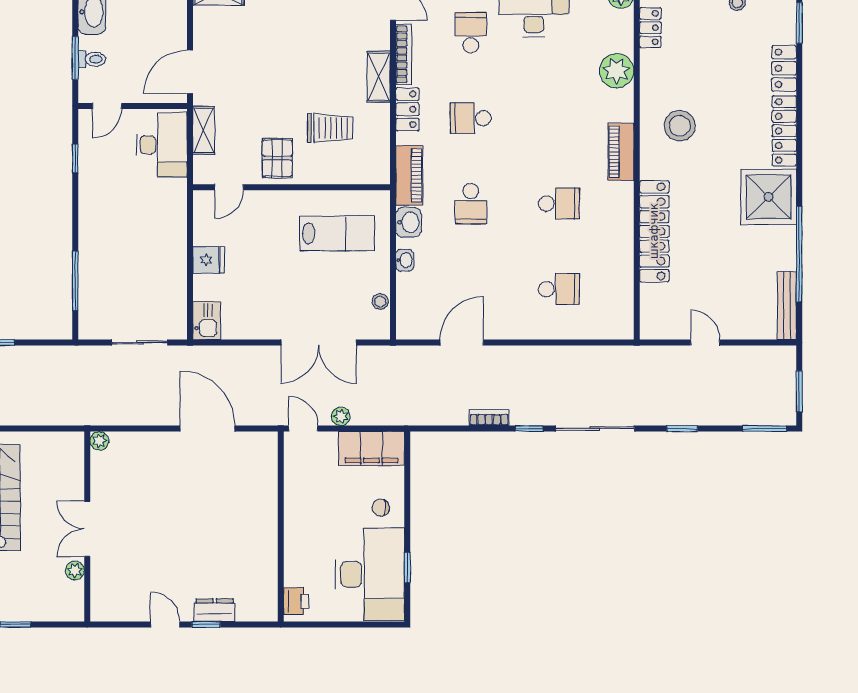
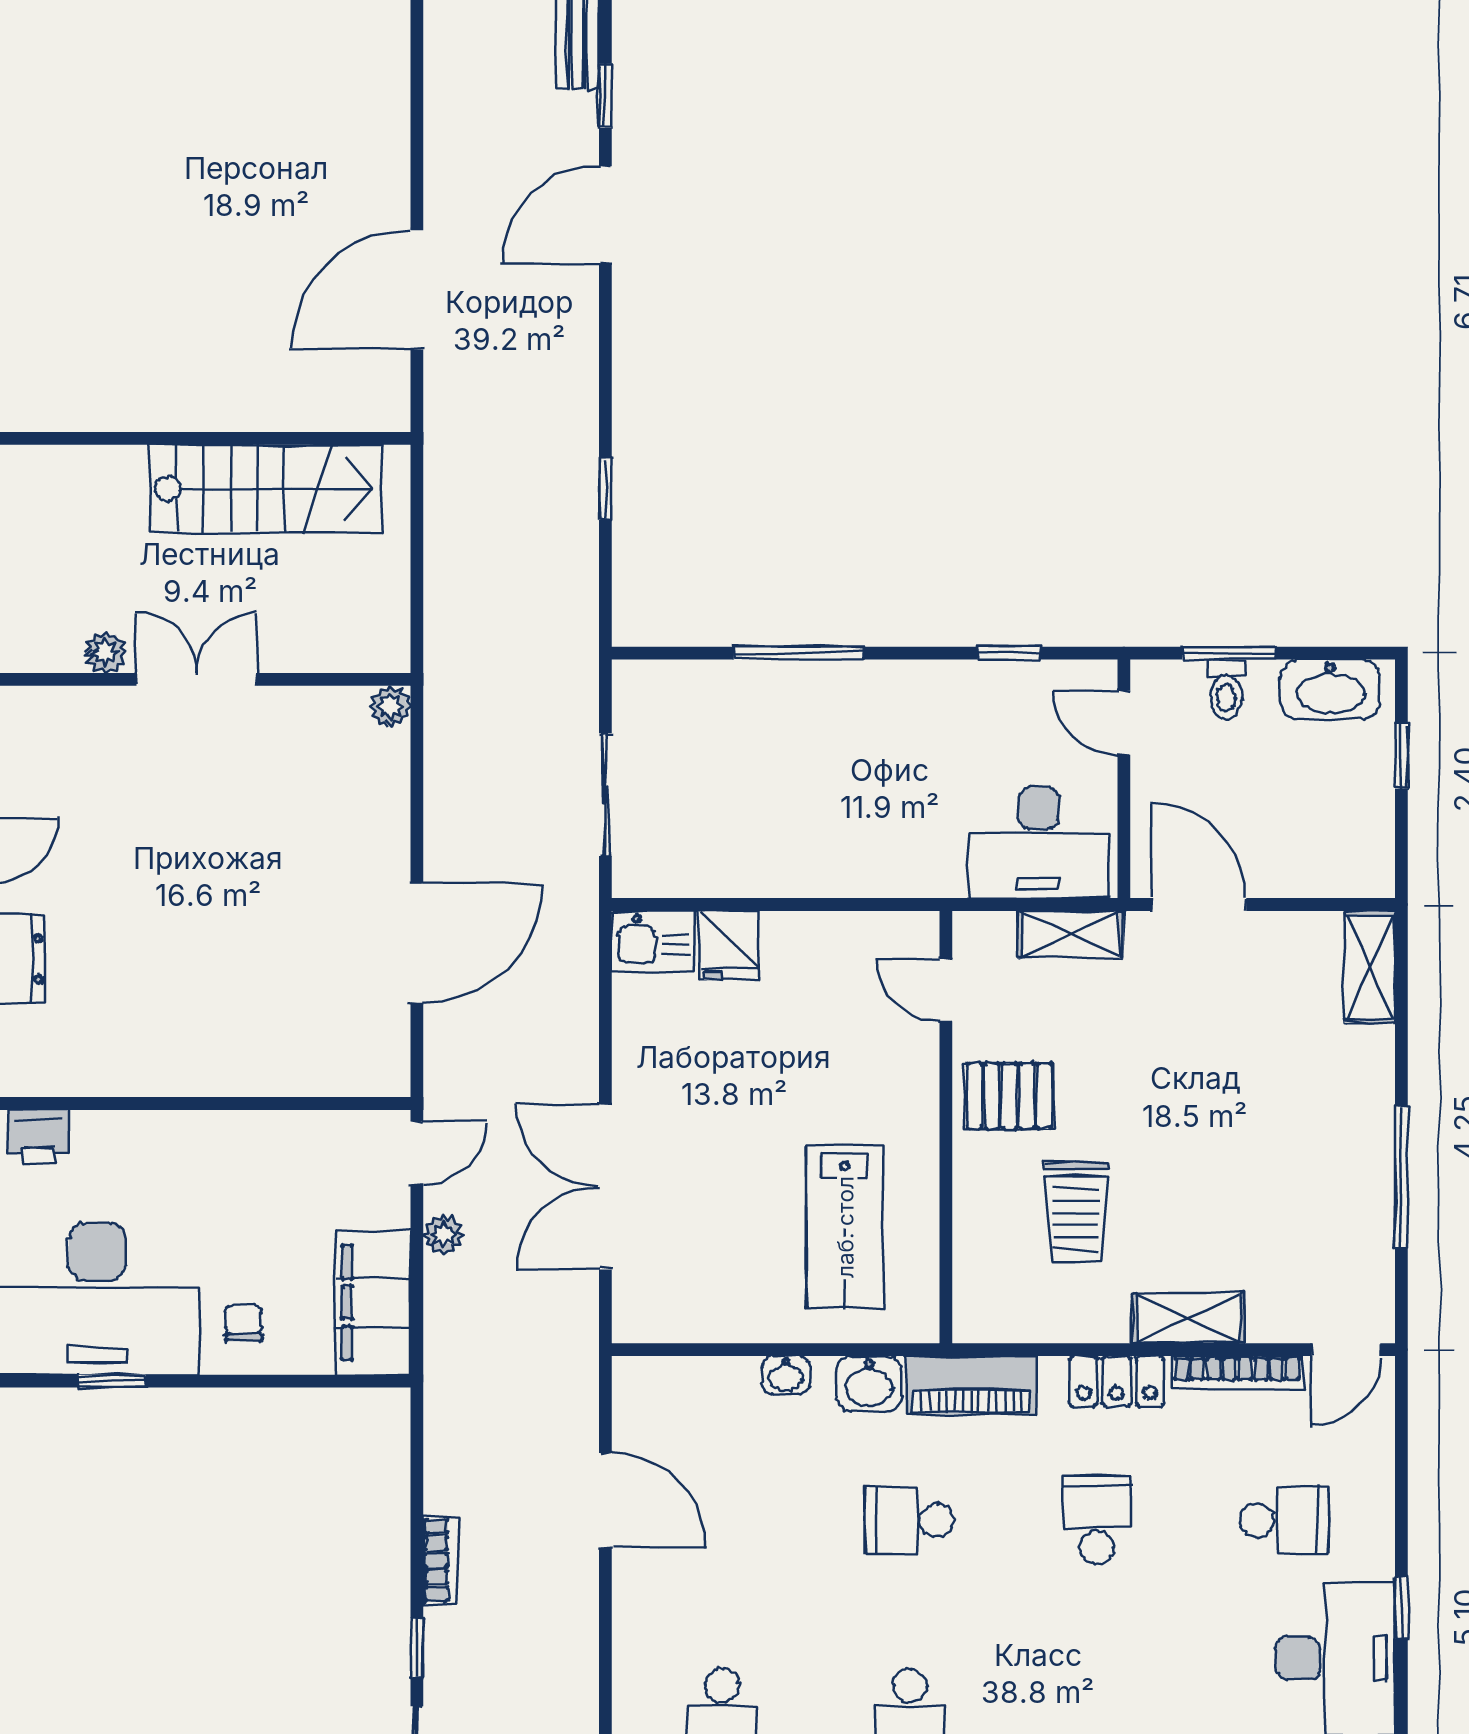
fridge: (209, 260) -> (728, 945), moved
window: (75, 281) -> (799, 653), moved
stool: (380, 302) -> (695, 1322), removed

